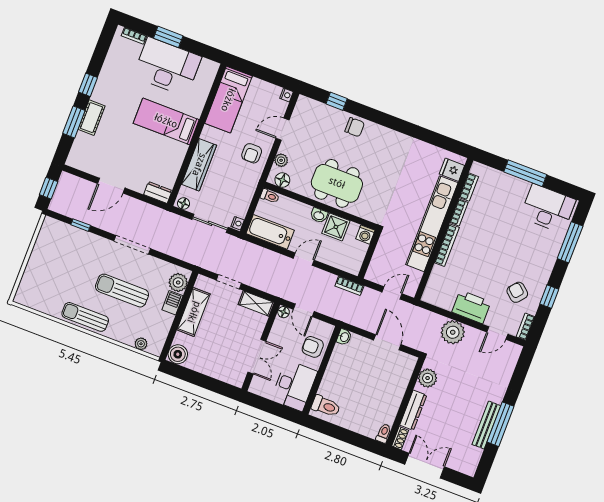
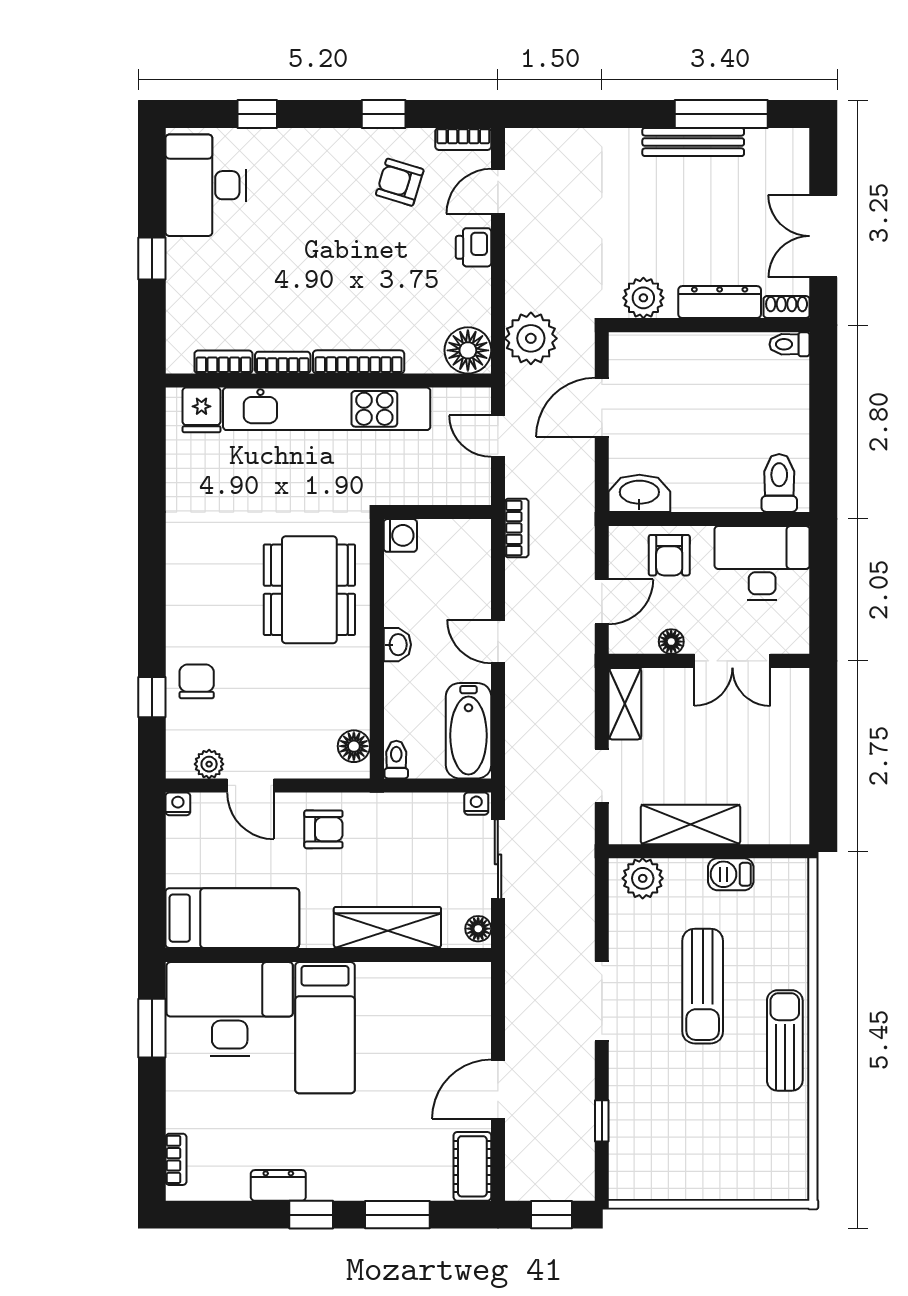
window: (168, 37) -> (152, 1028), moved
desk: (167, 67) -> (230, 1009), moved, turned 90
cot: (92, 118) -> (472, 1166), moved, turned 90
chair: (355, 127) -> (197, 681), moved
plant: (281, 160) -> (209, 764), moved
window: (525, 173) -> (152, 258), width x0.46
dining table: (337, 183) -> (309, 590), moved
door: (111, 186) -> (498, 1089), swing flipped
dresser: (158, 192) -> (278, 1185), moved, turned 90
shower: (336, 227) -> (408, 601), removed
window: (570, 242) -> (257, 114), width x0.46
armchair: (517, 292) -> (400, 182), turned 67
floor lamp: (434, 294) -> (468, 350), added
barbecue: (172, 303) -> (731, 874), moved
printer: (471, 307) -> (474, 247), width x0.53, depth x0.68
floor lamp: (284, 312) -> (671, 642), moved
sun lounger: (85, 317) -> (785, 1040), turned 180
plant: (453, 332) -> (531, 338), moved
door: (497, 333) -> (498, 191), swing flipped
washbasin: (344, 337) -> (639, 493), width x1.91, depth x1.45
plant: (141, 344) -> (796, 906), removed
boiler: (178, 354) -> (789, 823), removed
double door: (257, 357) -> (732, 661), swing flipped
window: (501, 424) -> (721, 114), moved

